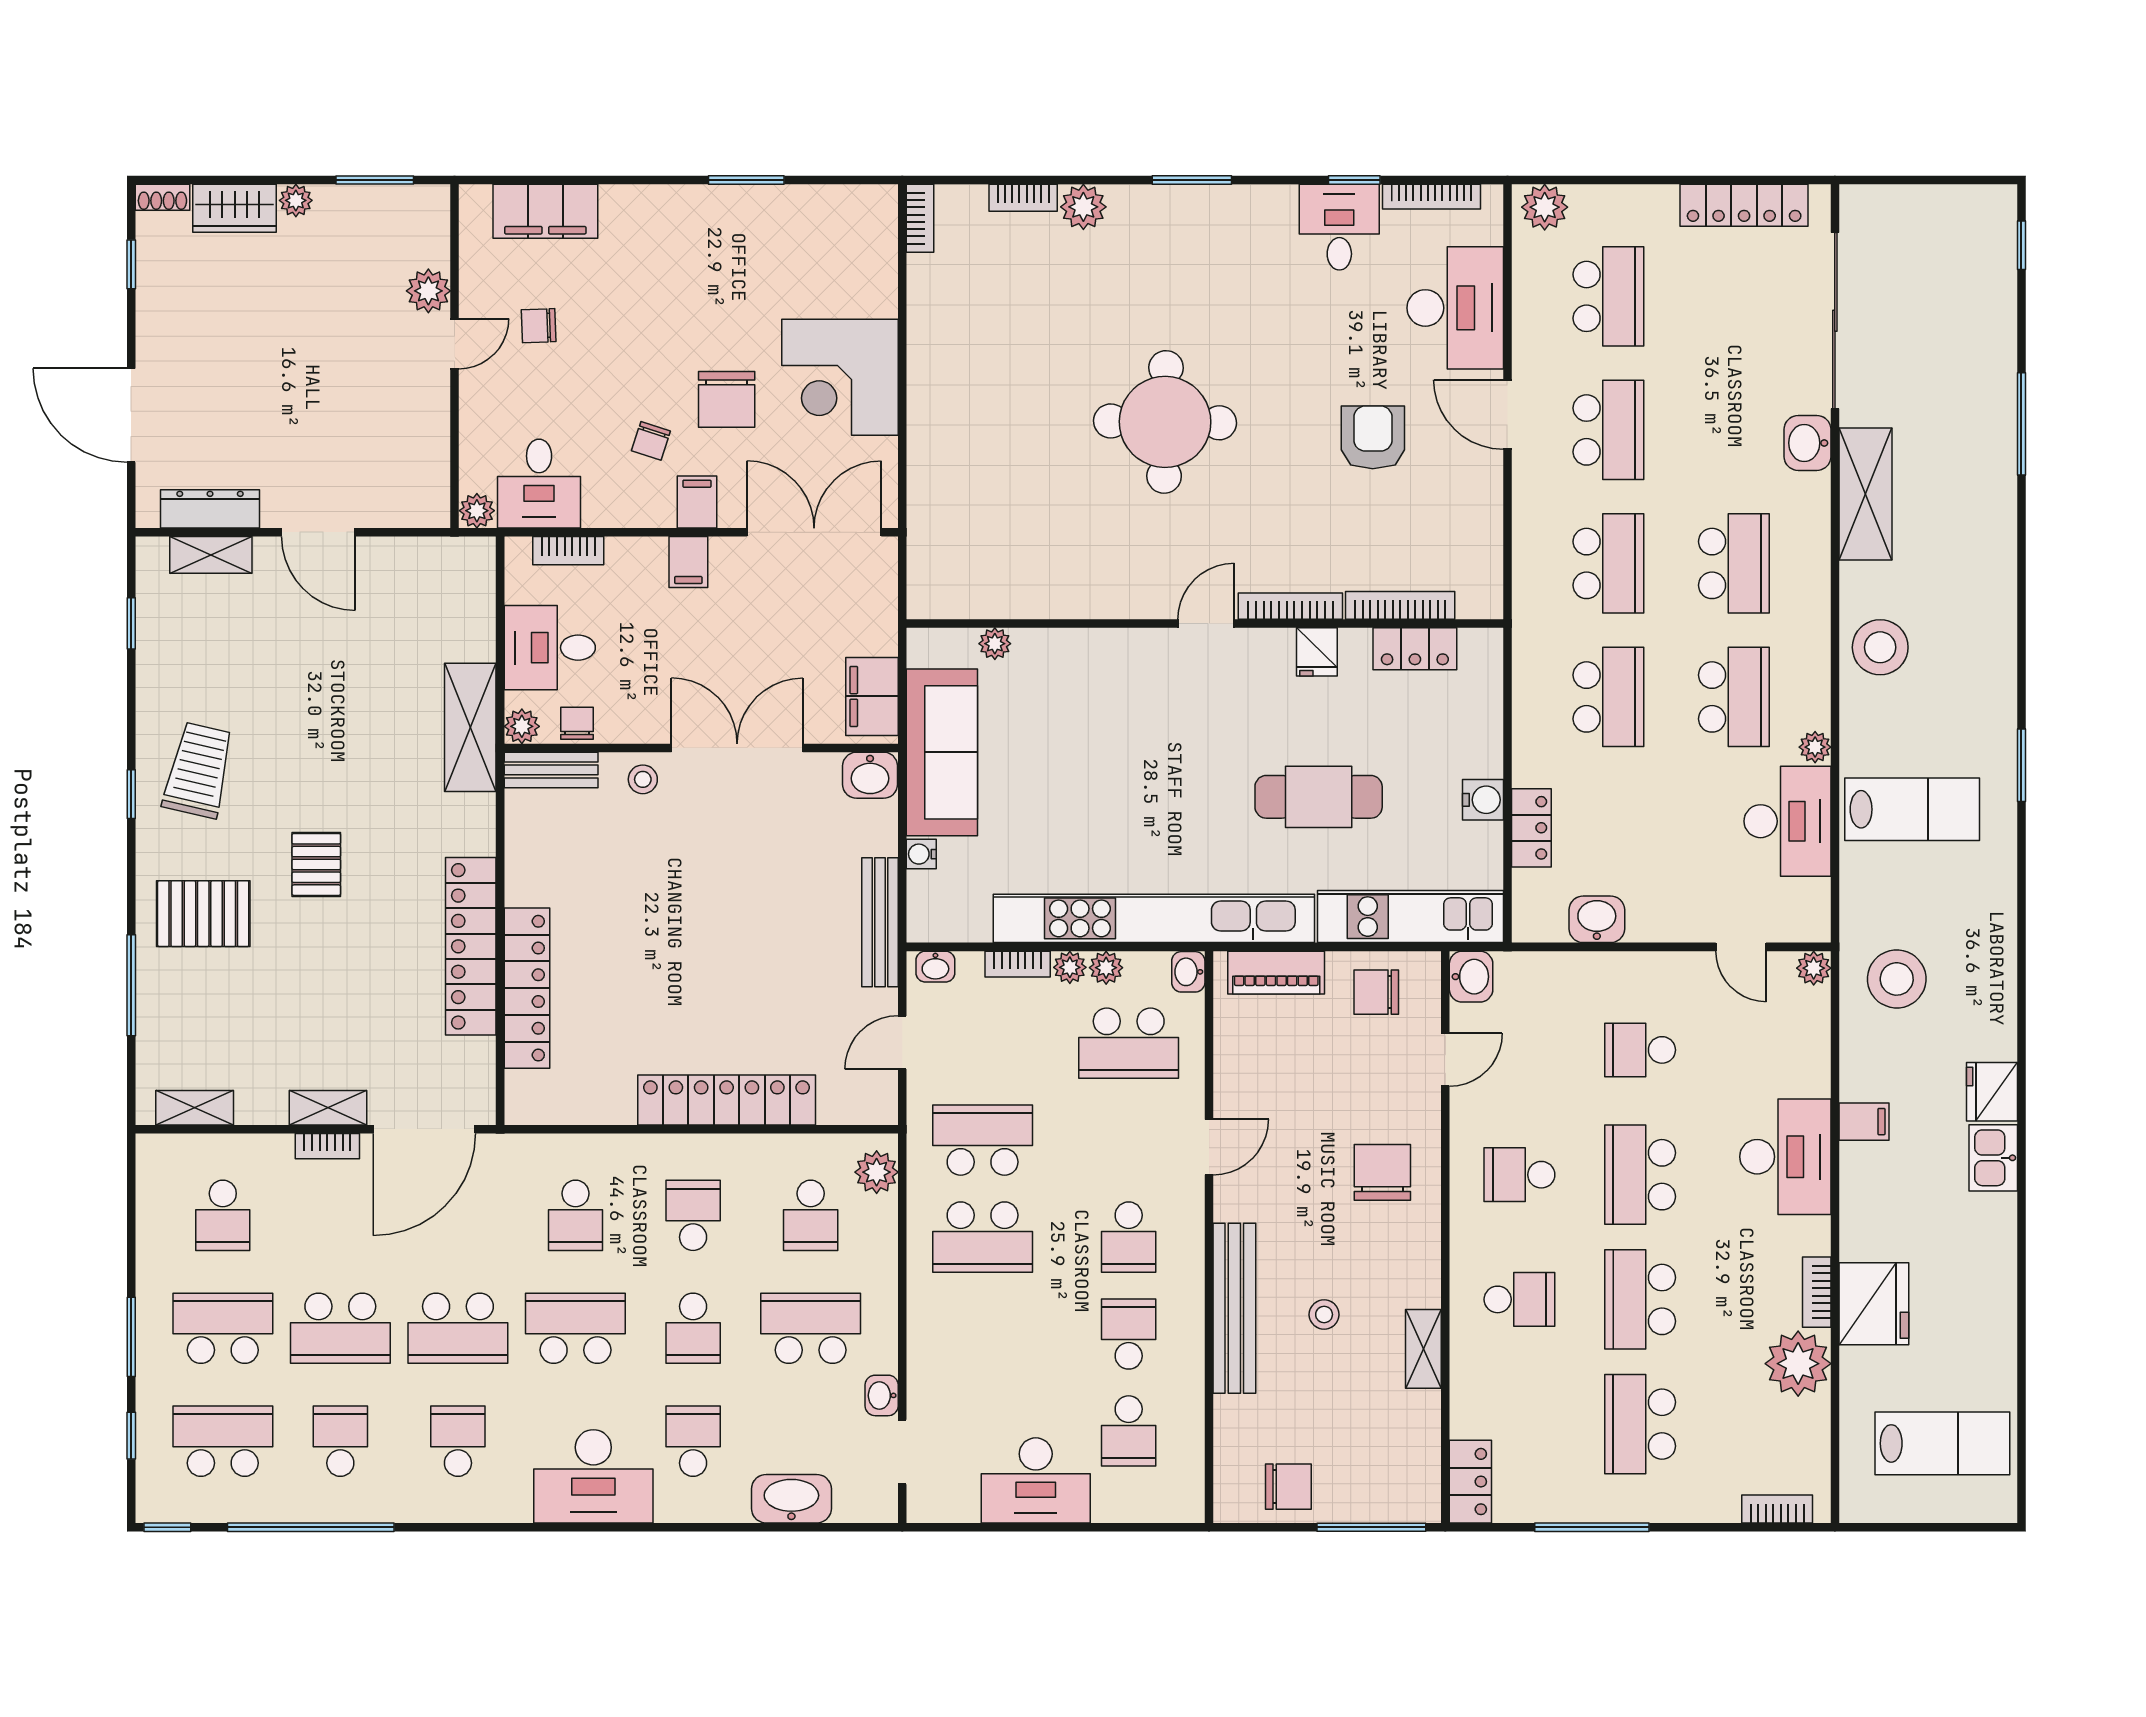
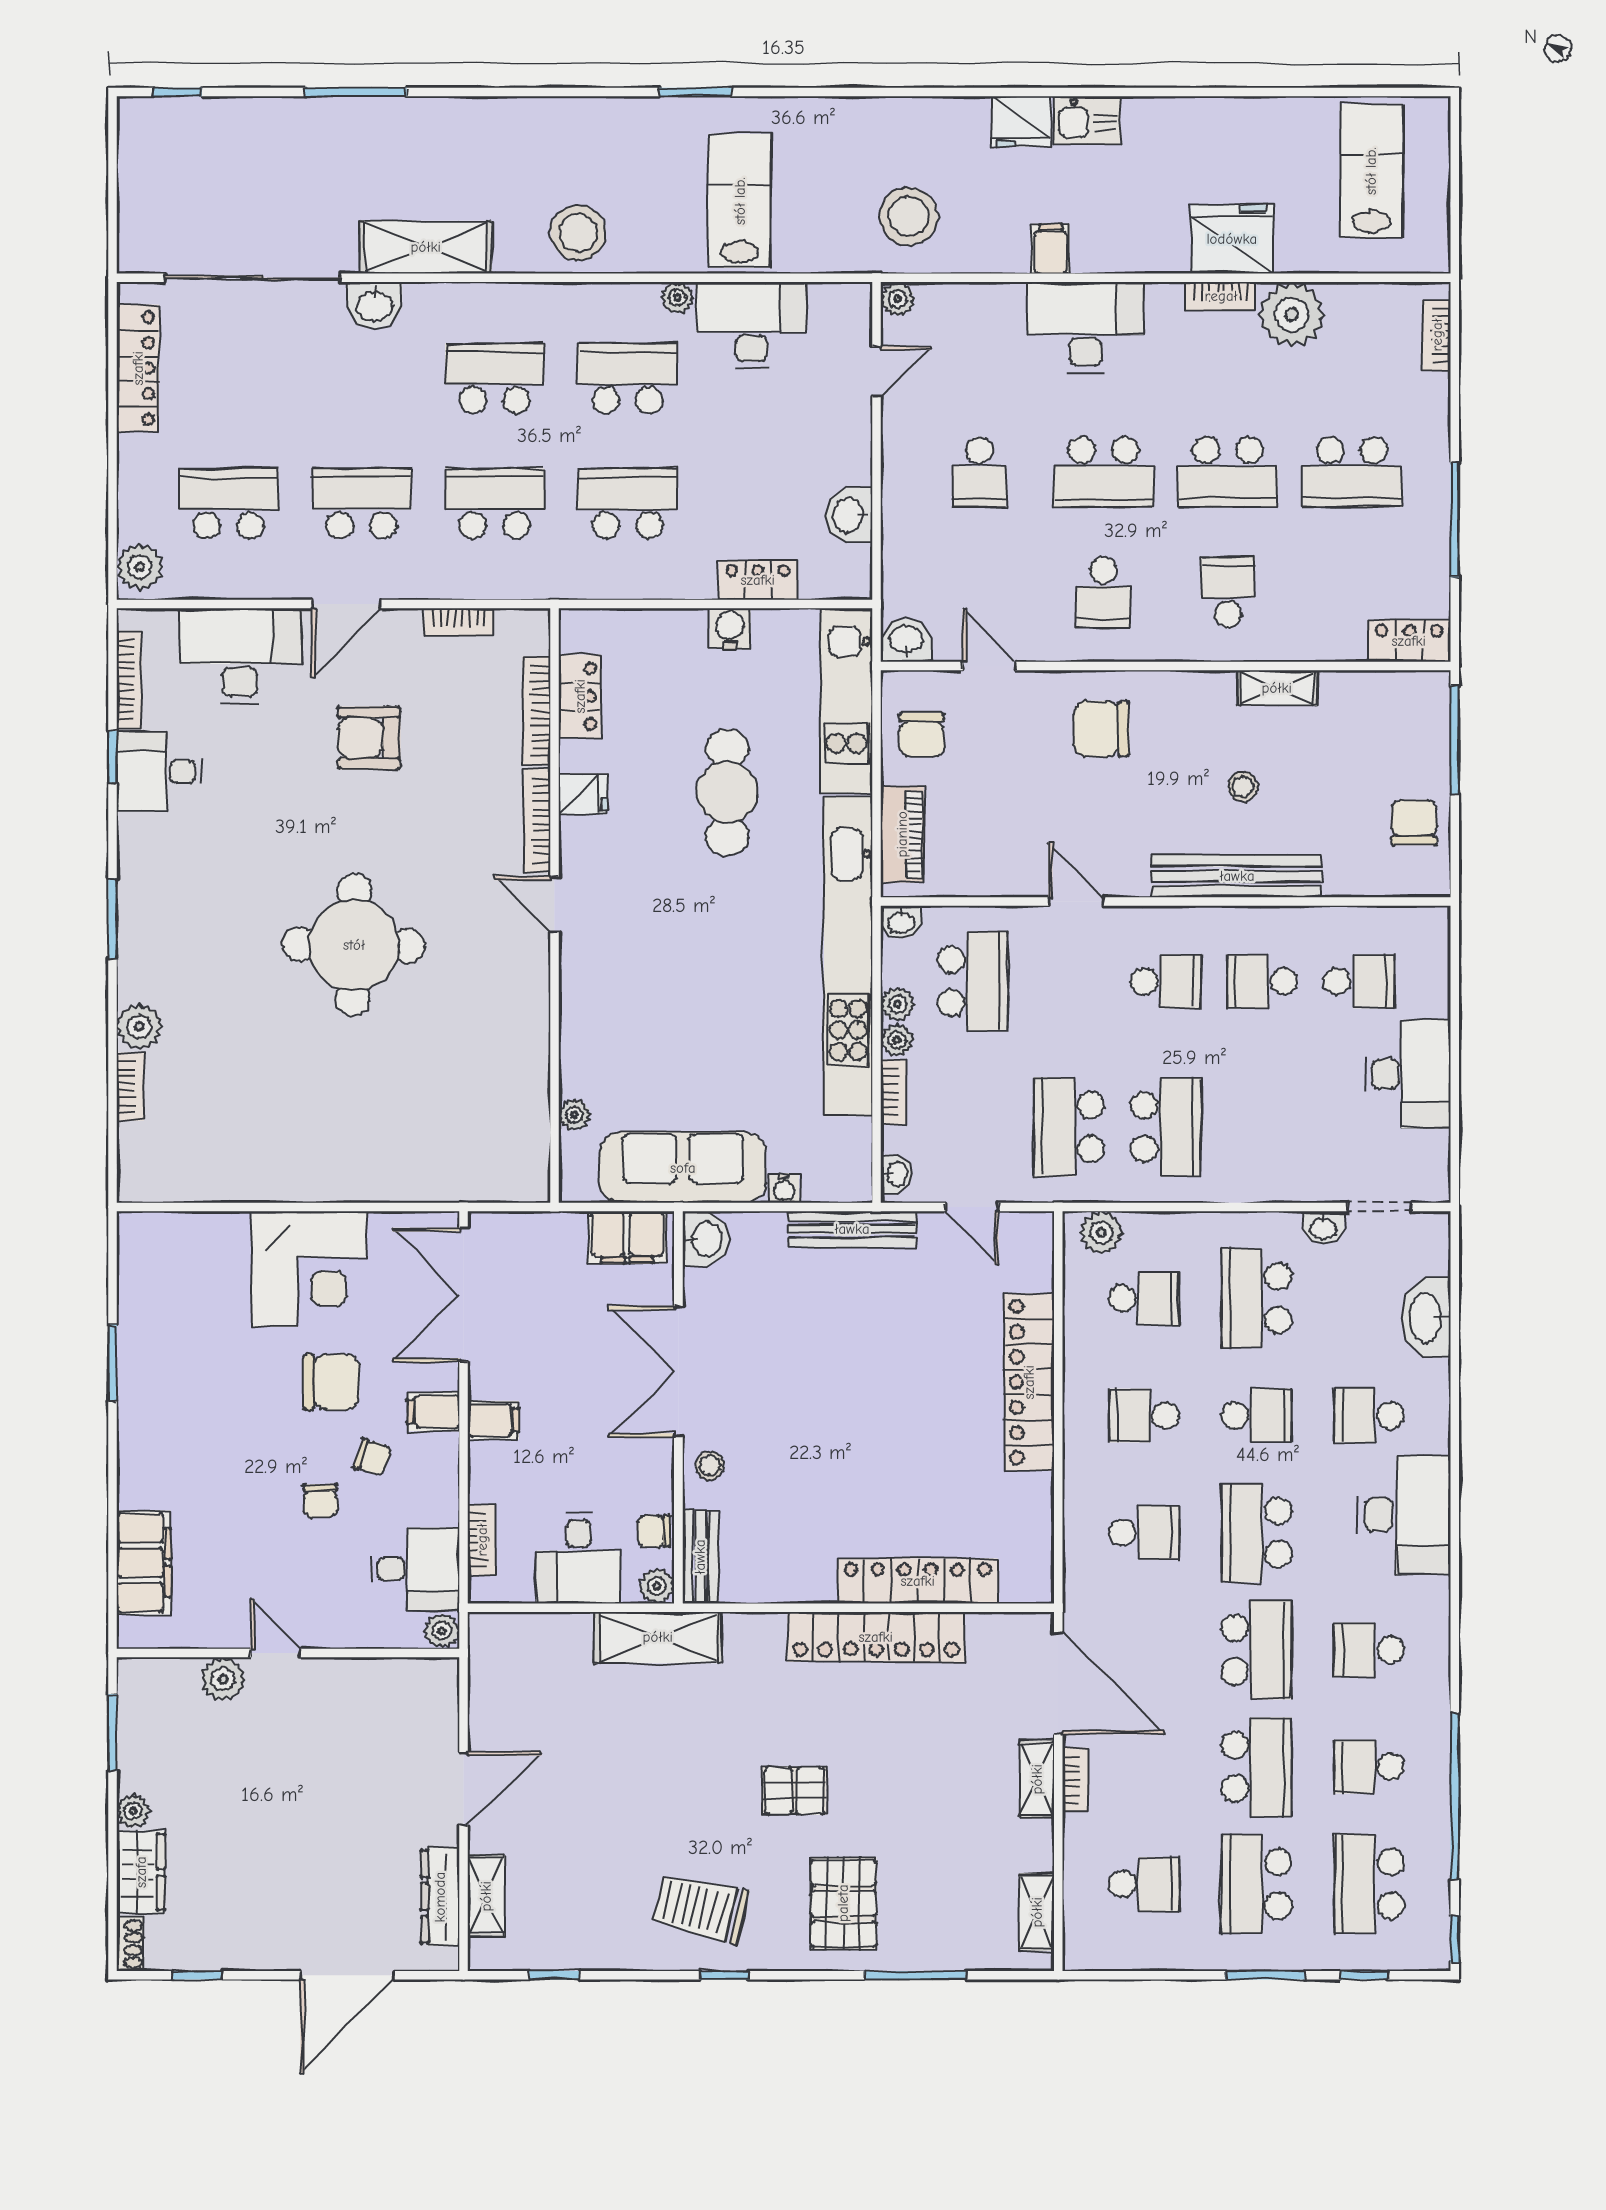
bookcase: (920, 218) -> (459, 622), moved, turned 180
chair: (539, 326) -> (321, 1501), moved

